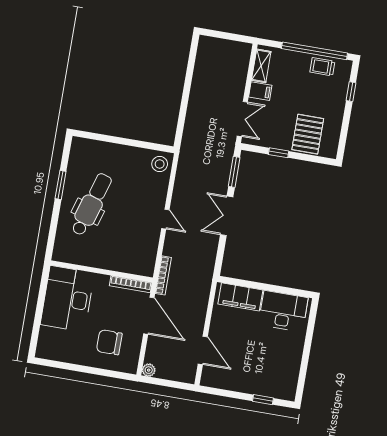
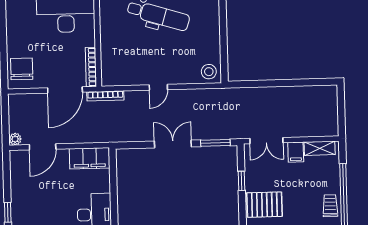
filing cabinet: (240, 297) -> (90, 158), moved, turned -90
chair: (109, 342) -> (22, 69), moved
plant: (149, 370) -> (15, 139), moved

